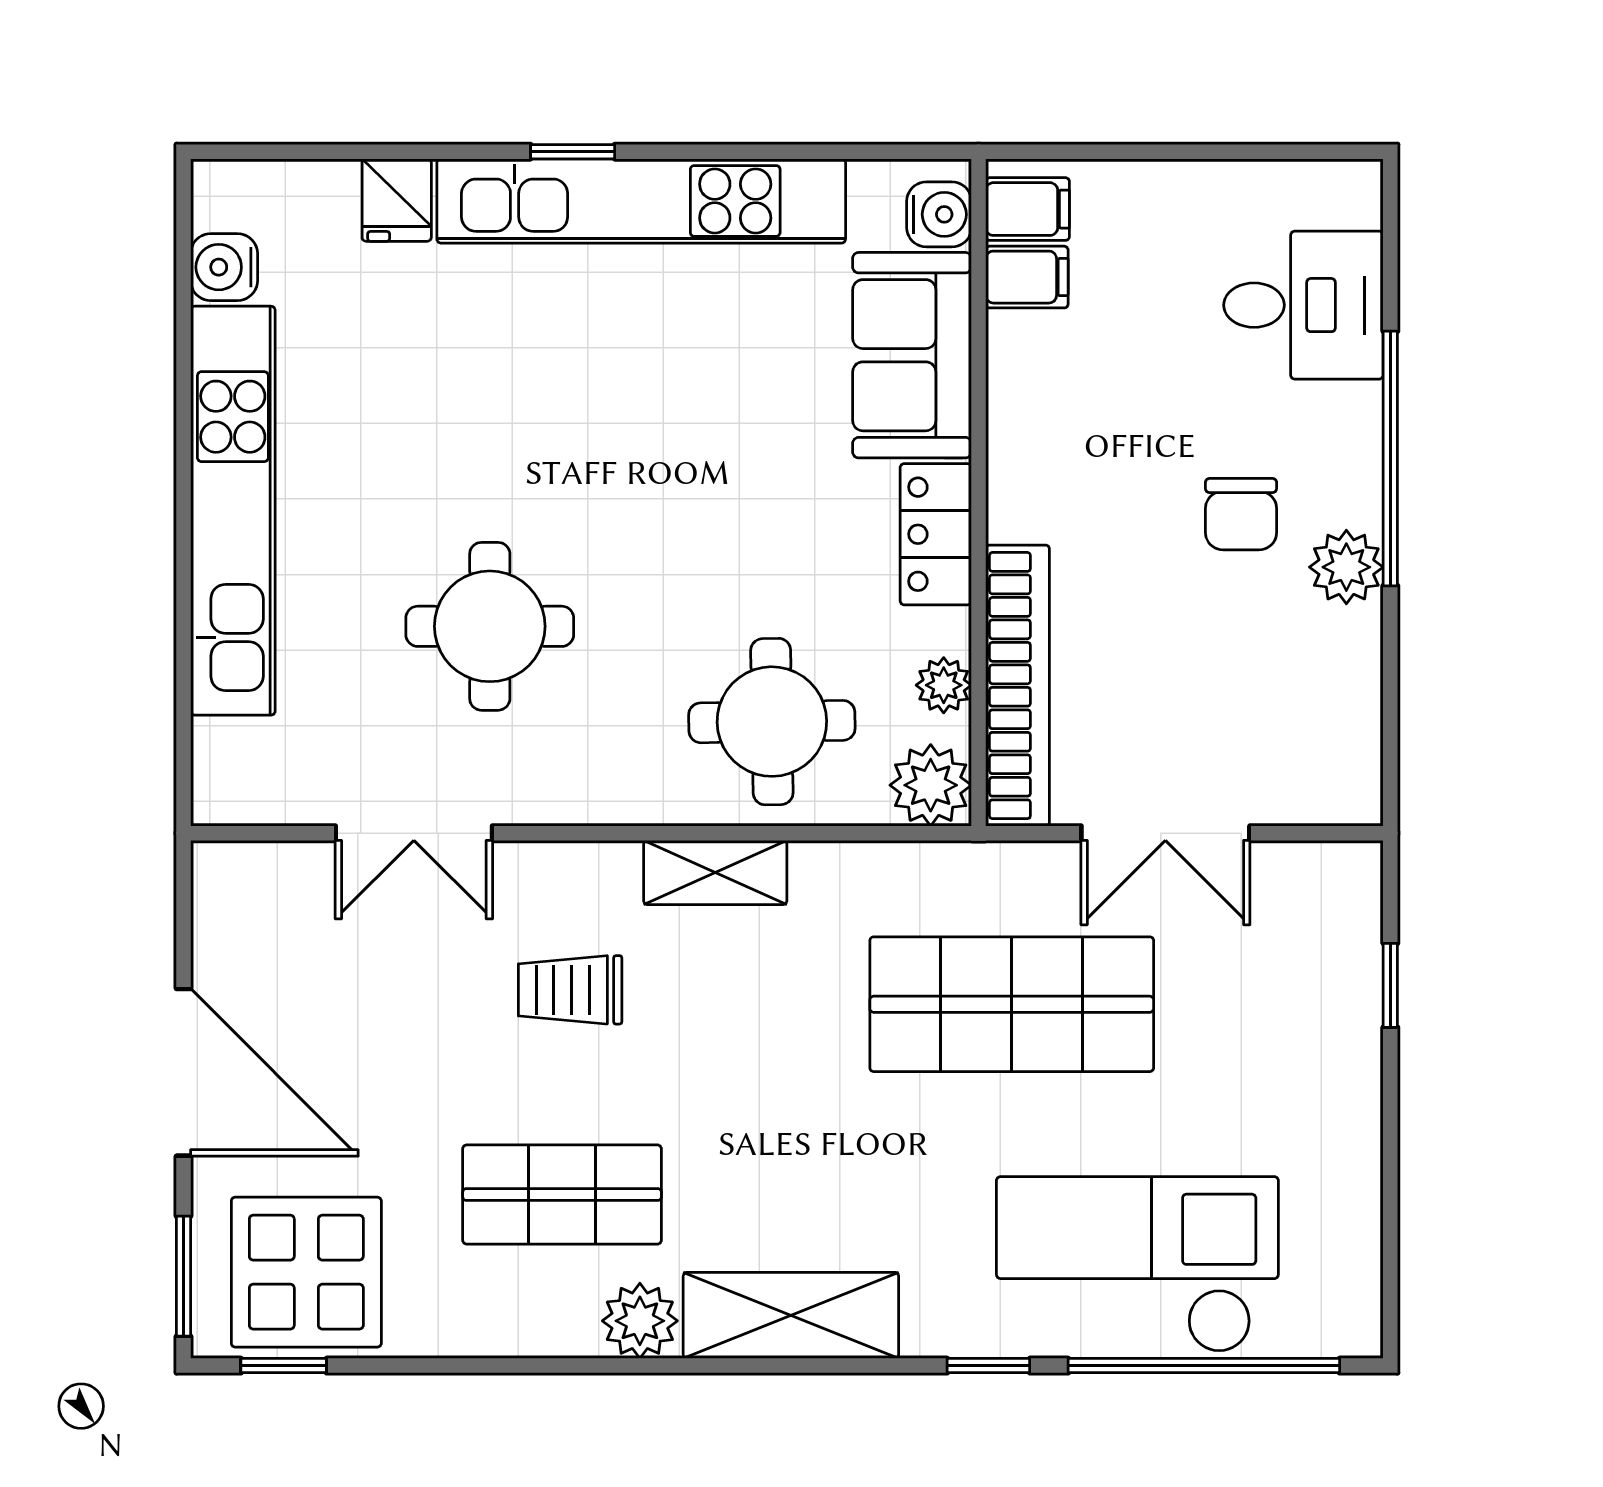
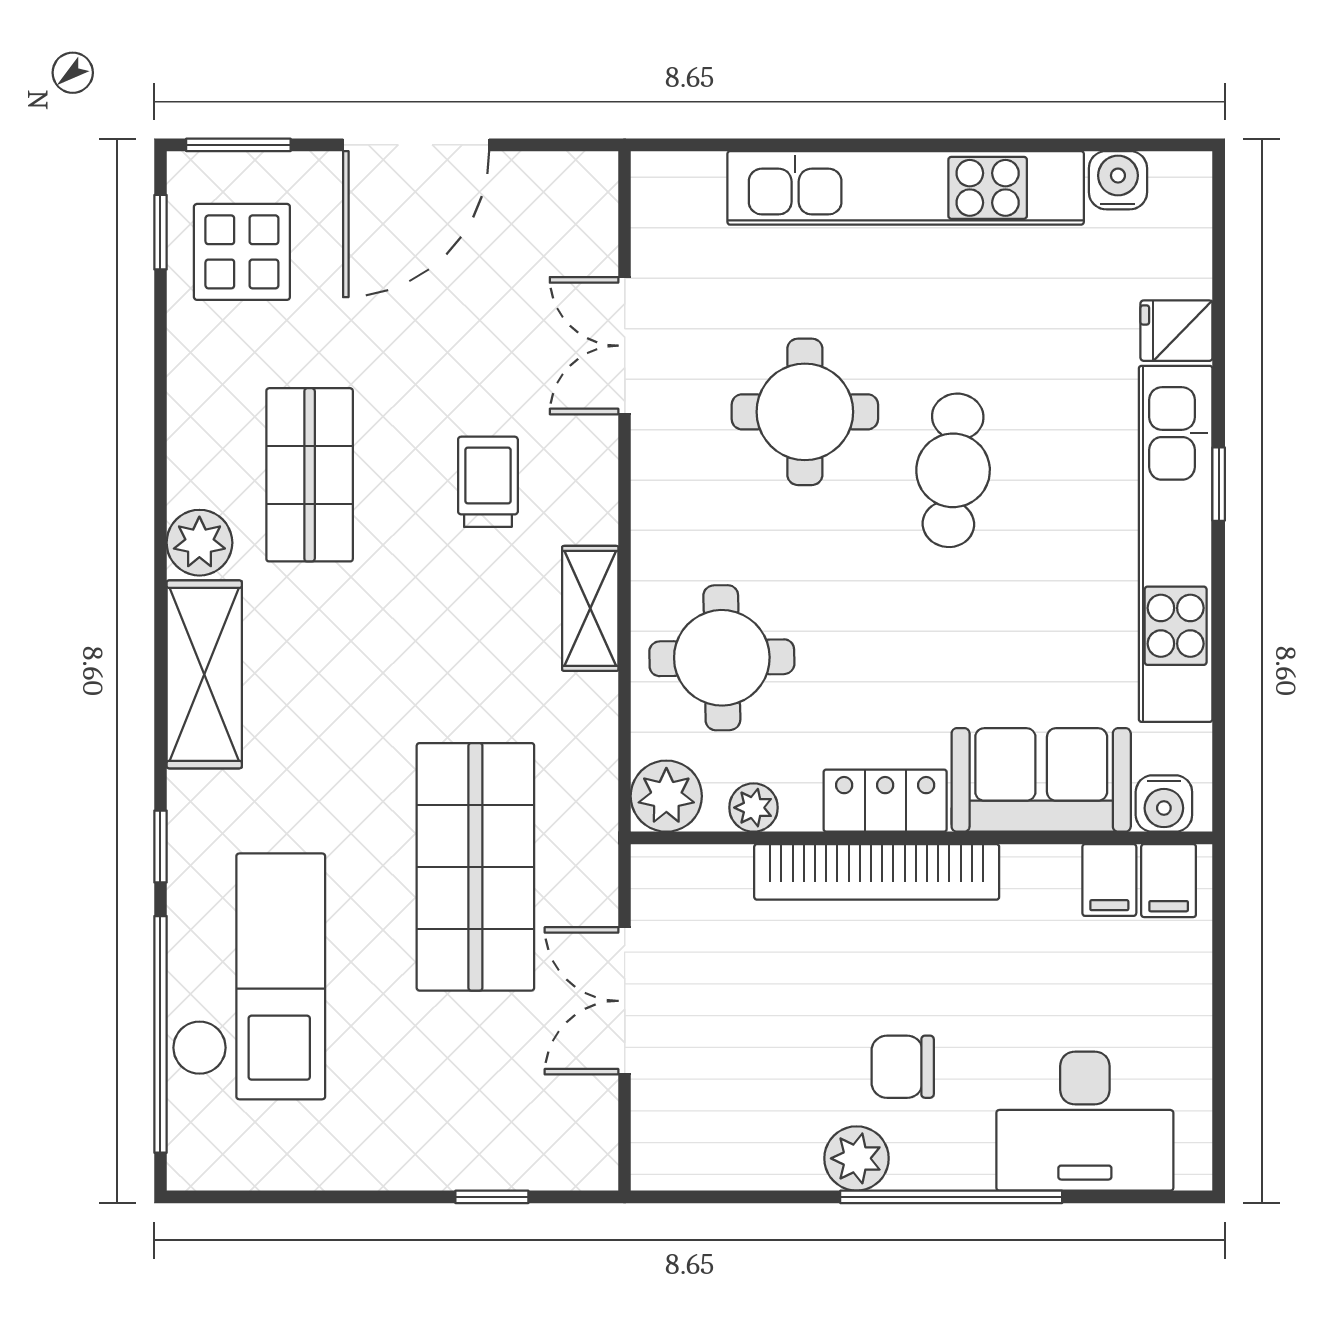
desk: (1303, 305) -> (1085, 1121), width x1.37
cafe table: (557, 456) -> (953, 470), added
bookcase: (1018, 686) -> (877, 872), moved
display table: (306, 1272) -> (242, 252), width x0.73, depth x0.73

